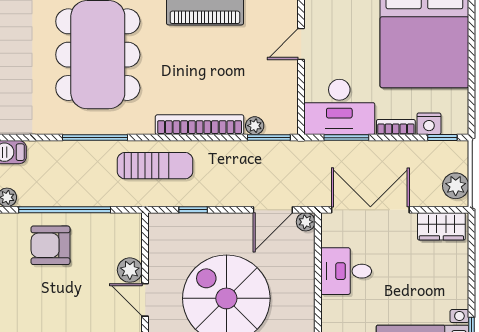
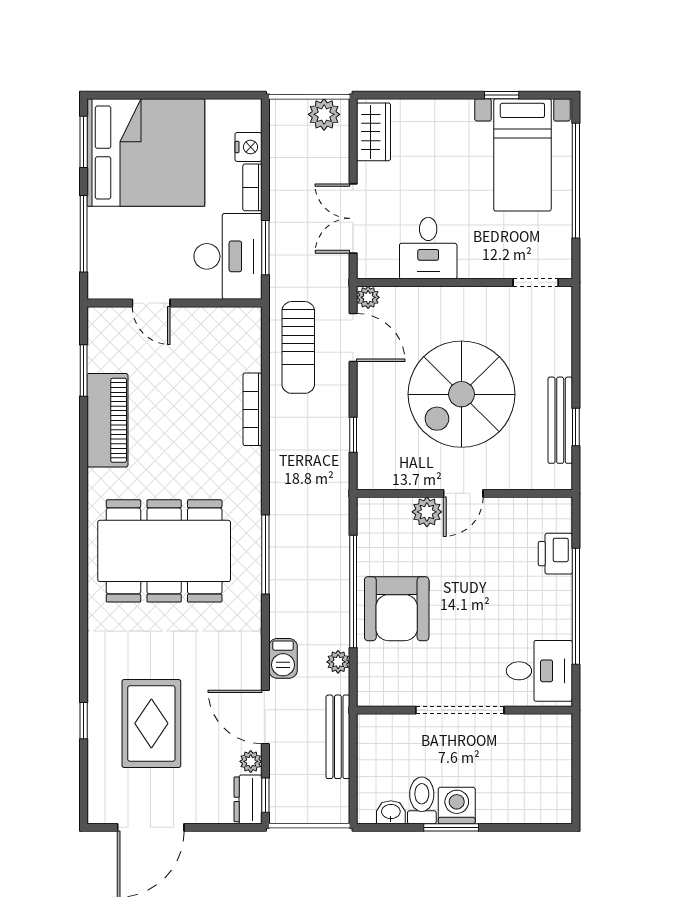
bookcase: (200, 125) -> (252, 409), width x0.68, depth x0.76
plant: (255, 126) -> (251, 360), removed
window: (269, 138) -> (265, 342), removed
window: (442, 138) -> (265, 131), removed
sun lounger: (155, 166) -> (298, 347), moved, turned 180
double door: (370, 210) -> (353, 218), width x0.73
armchair: (50, 245) -> (397, 609), width x1.36, depth x1.36

